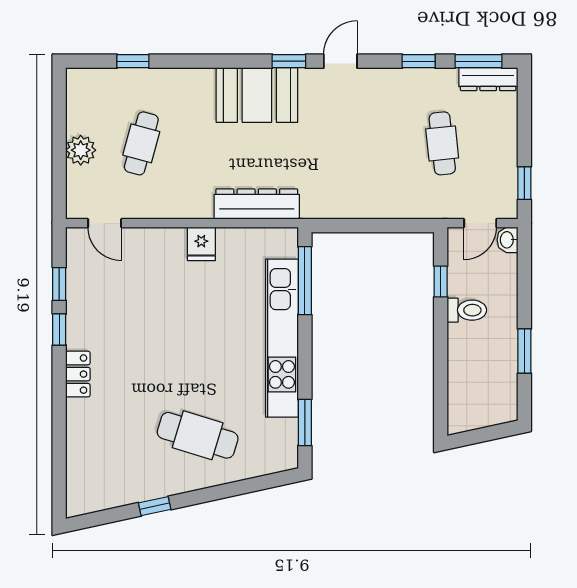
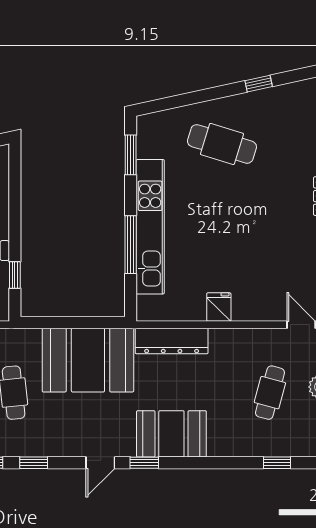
booth: (355, 182) -> (88, 360), added
window: (305, 281) -> (131, 245), moved

